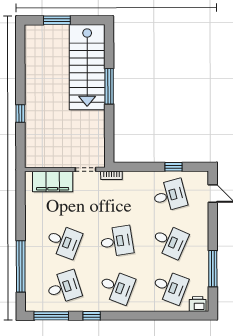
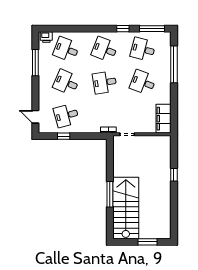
filing cabinet: (53, 181) -> (163, 119), moved, turned -90
desk: (64, 287) -> (143, 49), turned 33

